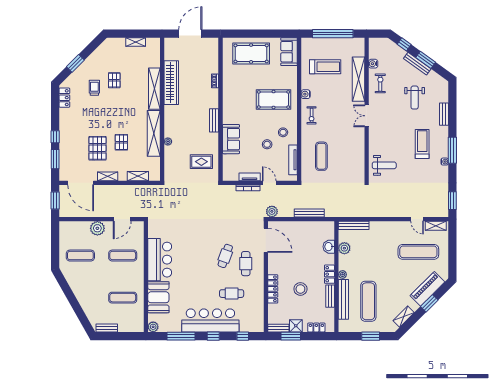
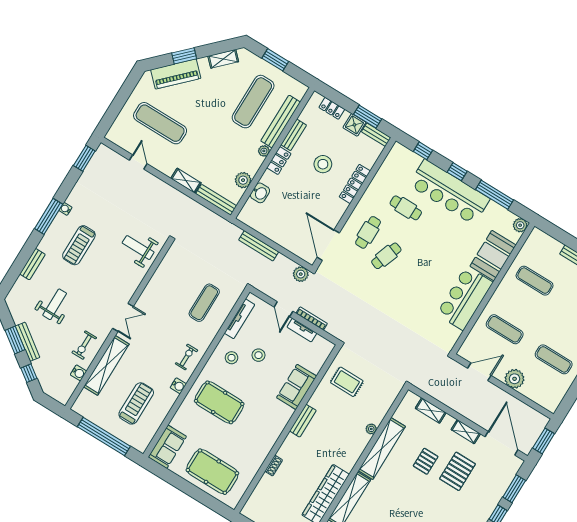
treadmill: (325, 67) -> (136, 403), turned 90
shelving: (436, 226) -> (186, 181), moved

